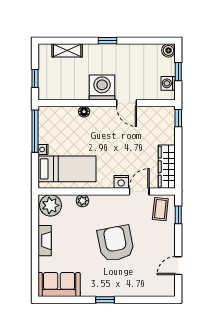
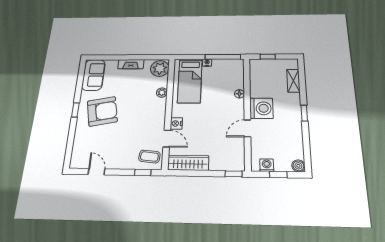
armchair: (116, 243) -> (102, 111), moved

